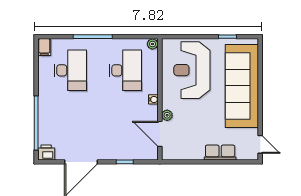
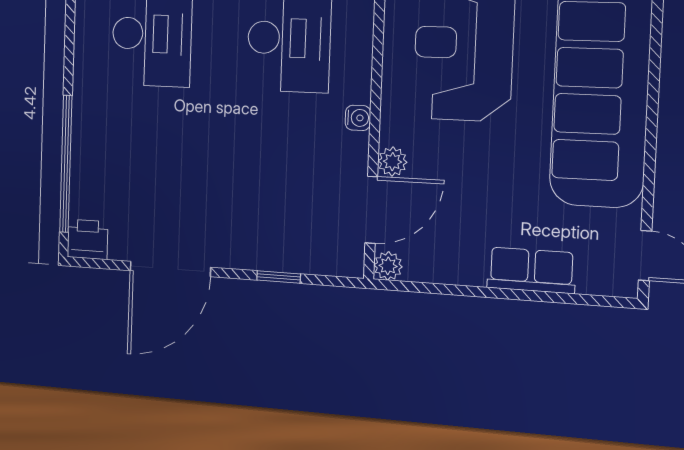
door: (160, 134) -> (371, 210), swing flipped
plant: (167, 155) -> (388, 266), added

